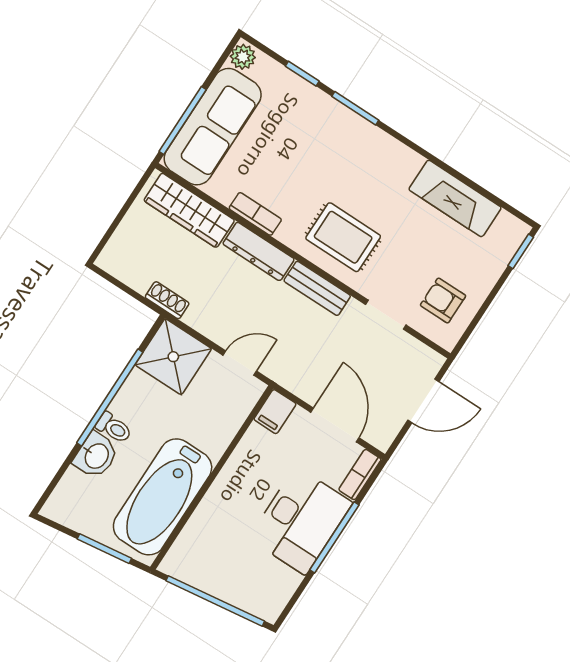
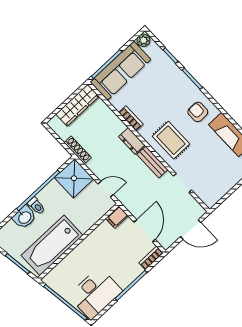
wardrobe: (189, 210) -> (77, 105), moved, turned -90
dresser: (259, 251) -> (132, 141), width x0.70
shoe rack: (167, 300) -> (78, 150), width x1.43
armchair: (443, 300) -> (198, 112), moved
desk: (301, 521) -> (95, 293), moved

